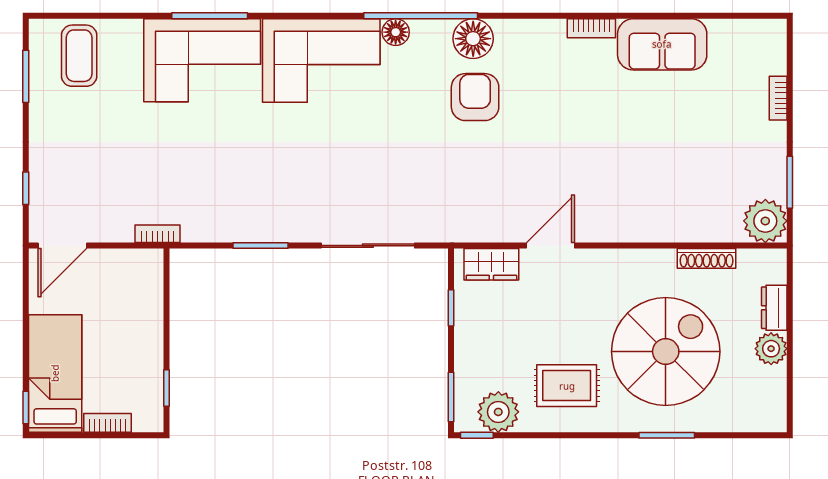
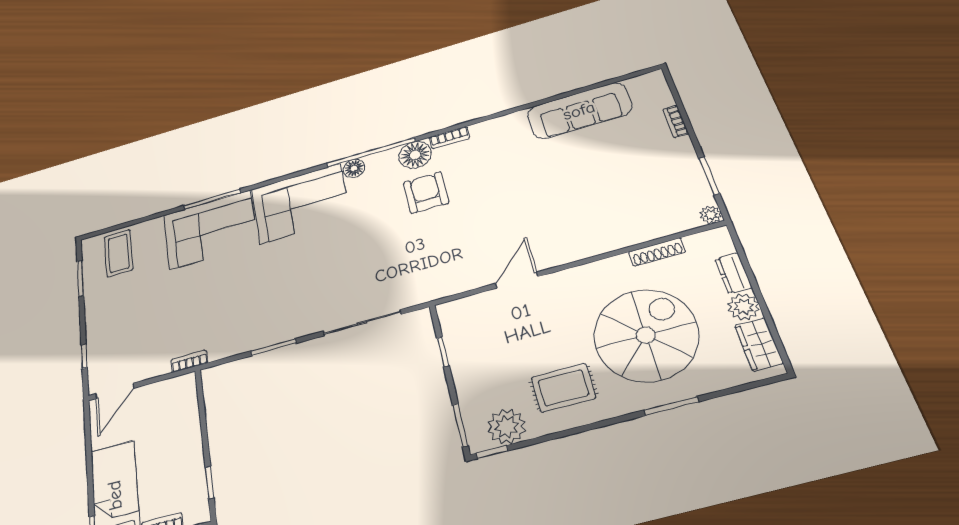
bookcase: (591, 28) -> (449, 138), moved
sofa: (662, 44) -> (579, 111), width x1.36
plant: (765, 221) -> (711, 215), width x0.53, depth x0.53
wardrobe: (491, 264) -> (759, 344), moved, turned 90

